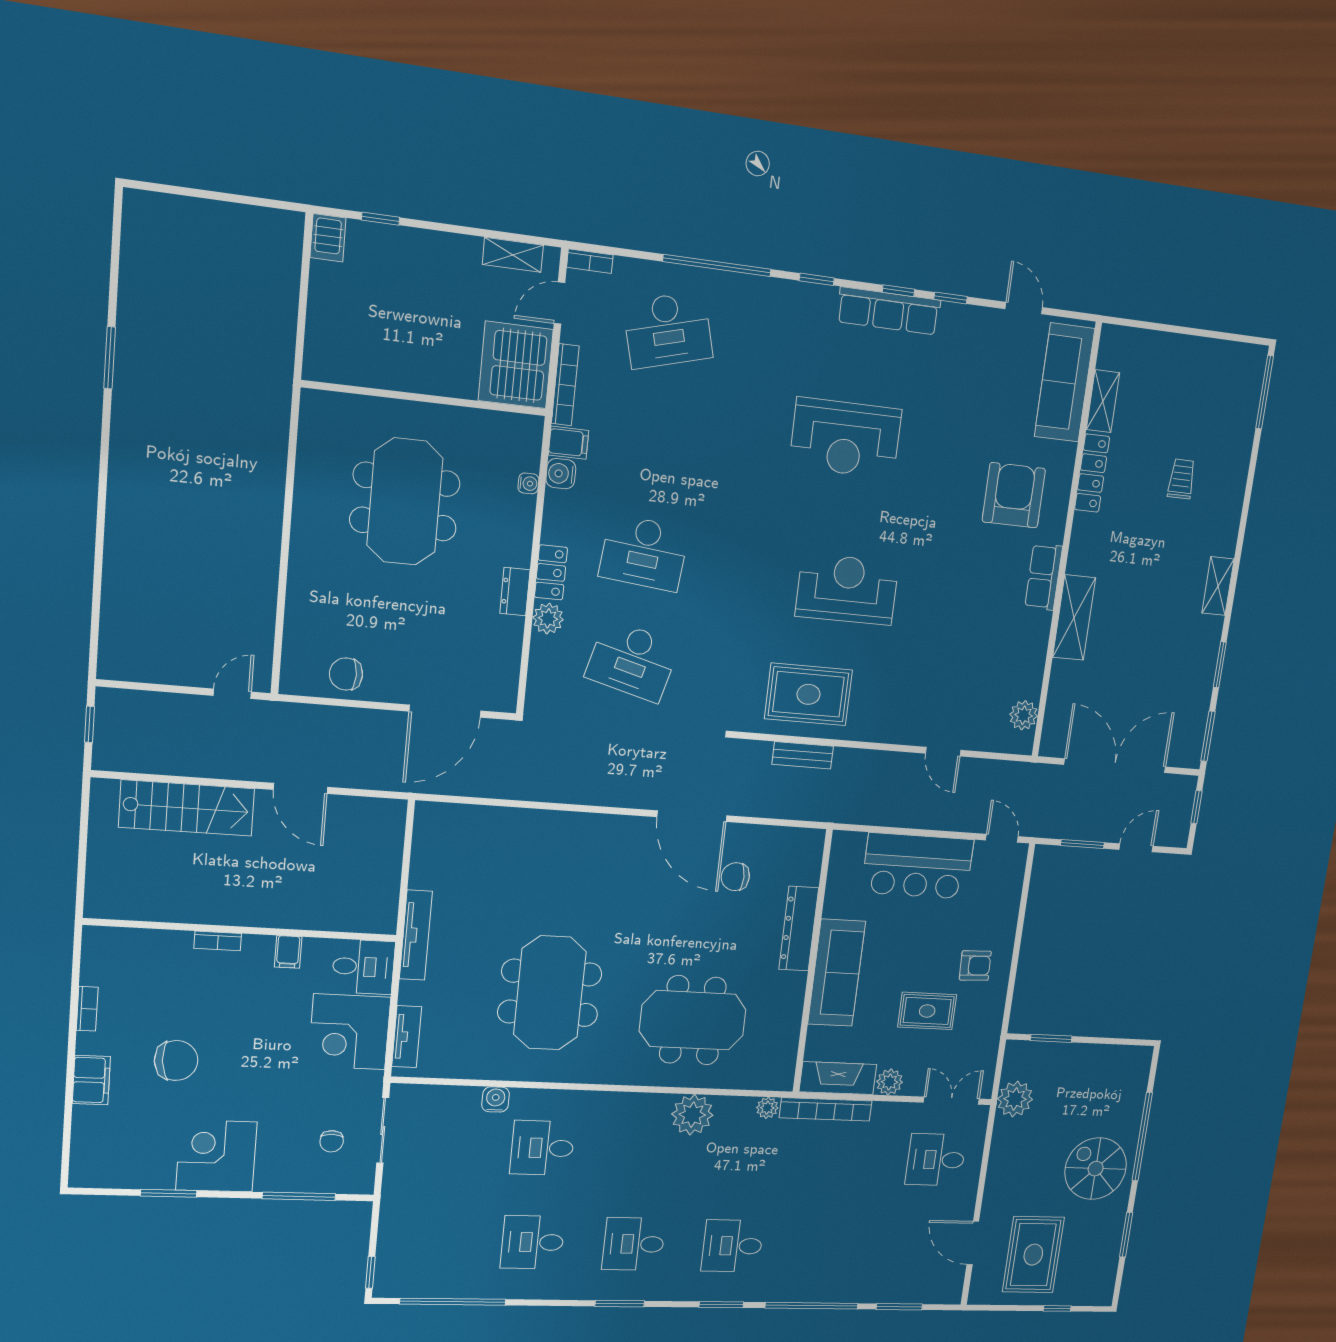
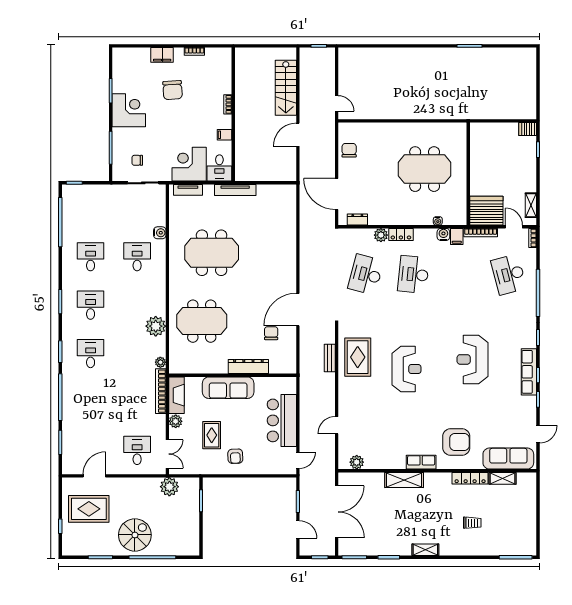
dresser: (515, 592) -> (357, 220), moved
meeting table: (693, 1020) -> (202, 321), turned 90

